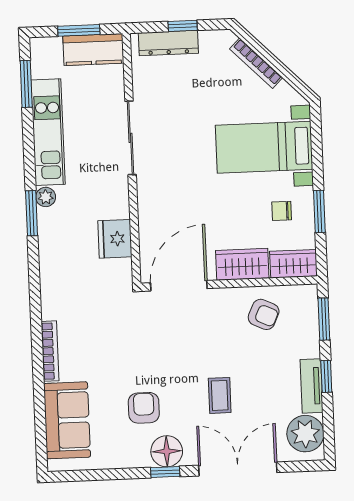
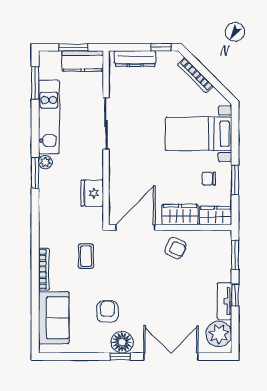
window: (183, 26) -> (161, 47), moved
armchair: (264, 314) -> (175, 248), moved
coffee table: (220, 395) -> (86, 256), moved

